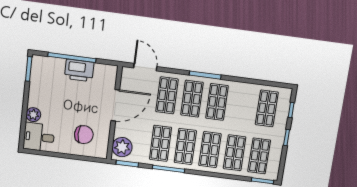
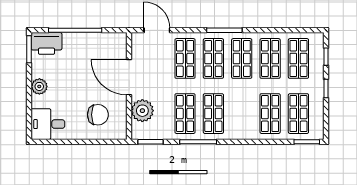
printer: (79, 70) -> (47, 43), moved
door: (115, 105) -> (129, 77), swing flipped
plant: (33, 115) -> (39, 86), moved
plant: (122, 147) -> (142, 111), moved
shop shelf: (210, 150) -> (270, 58), moved

